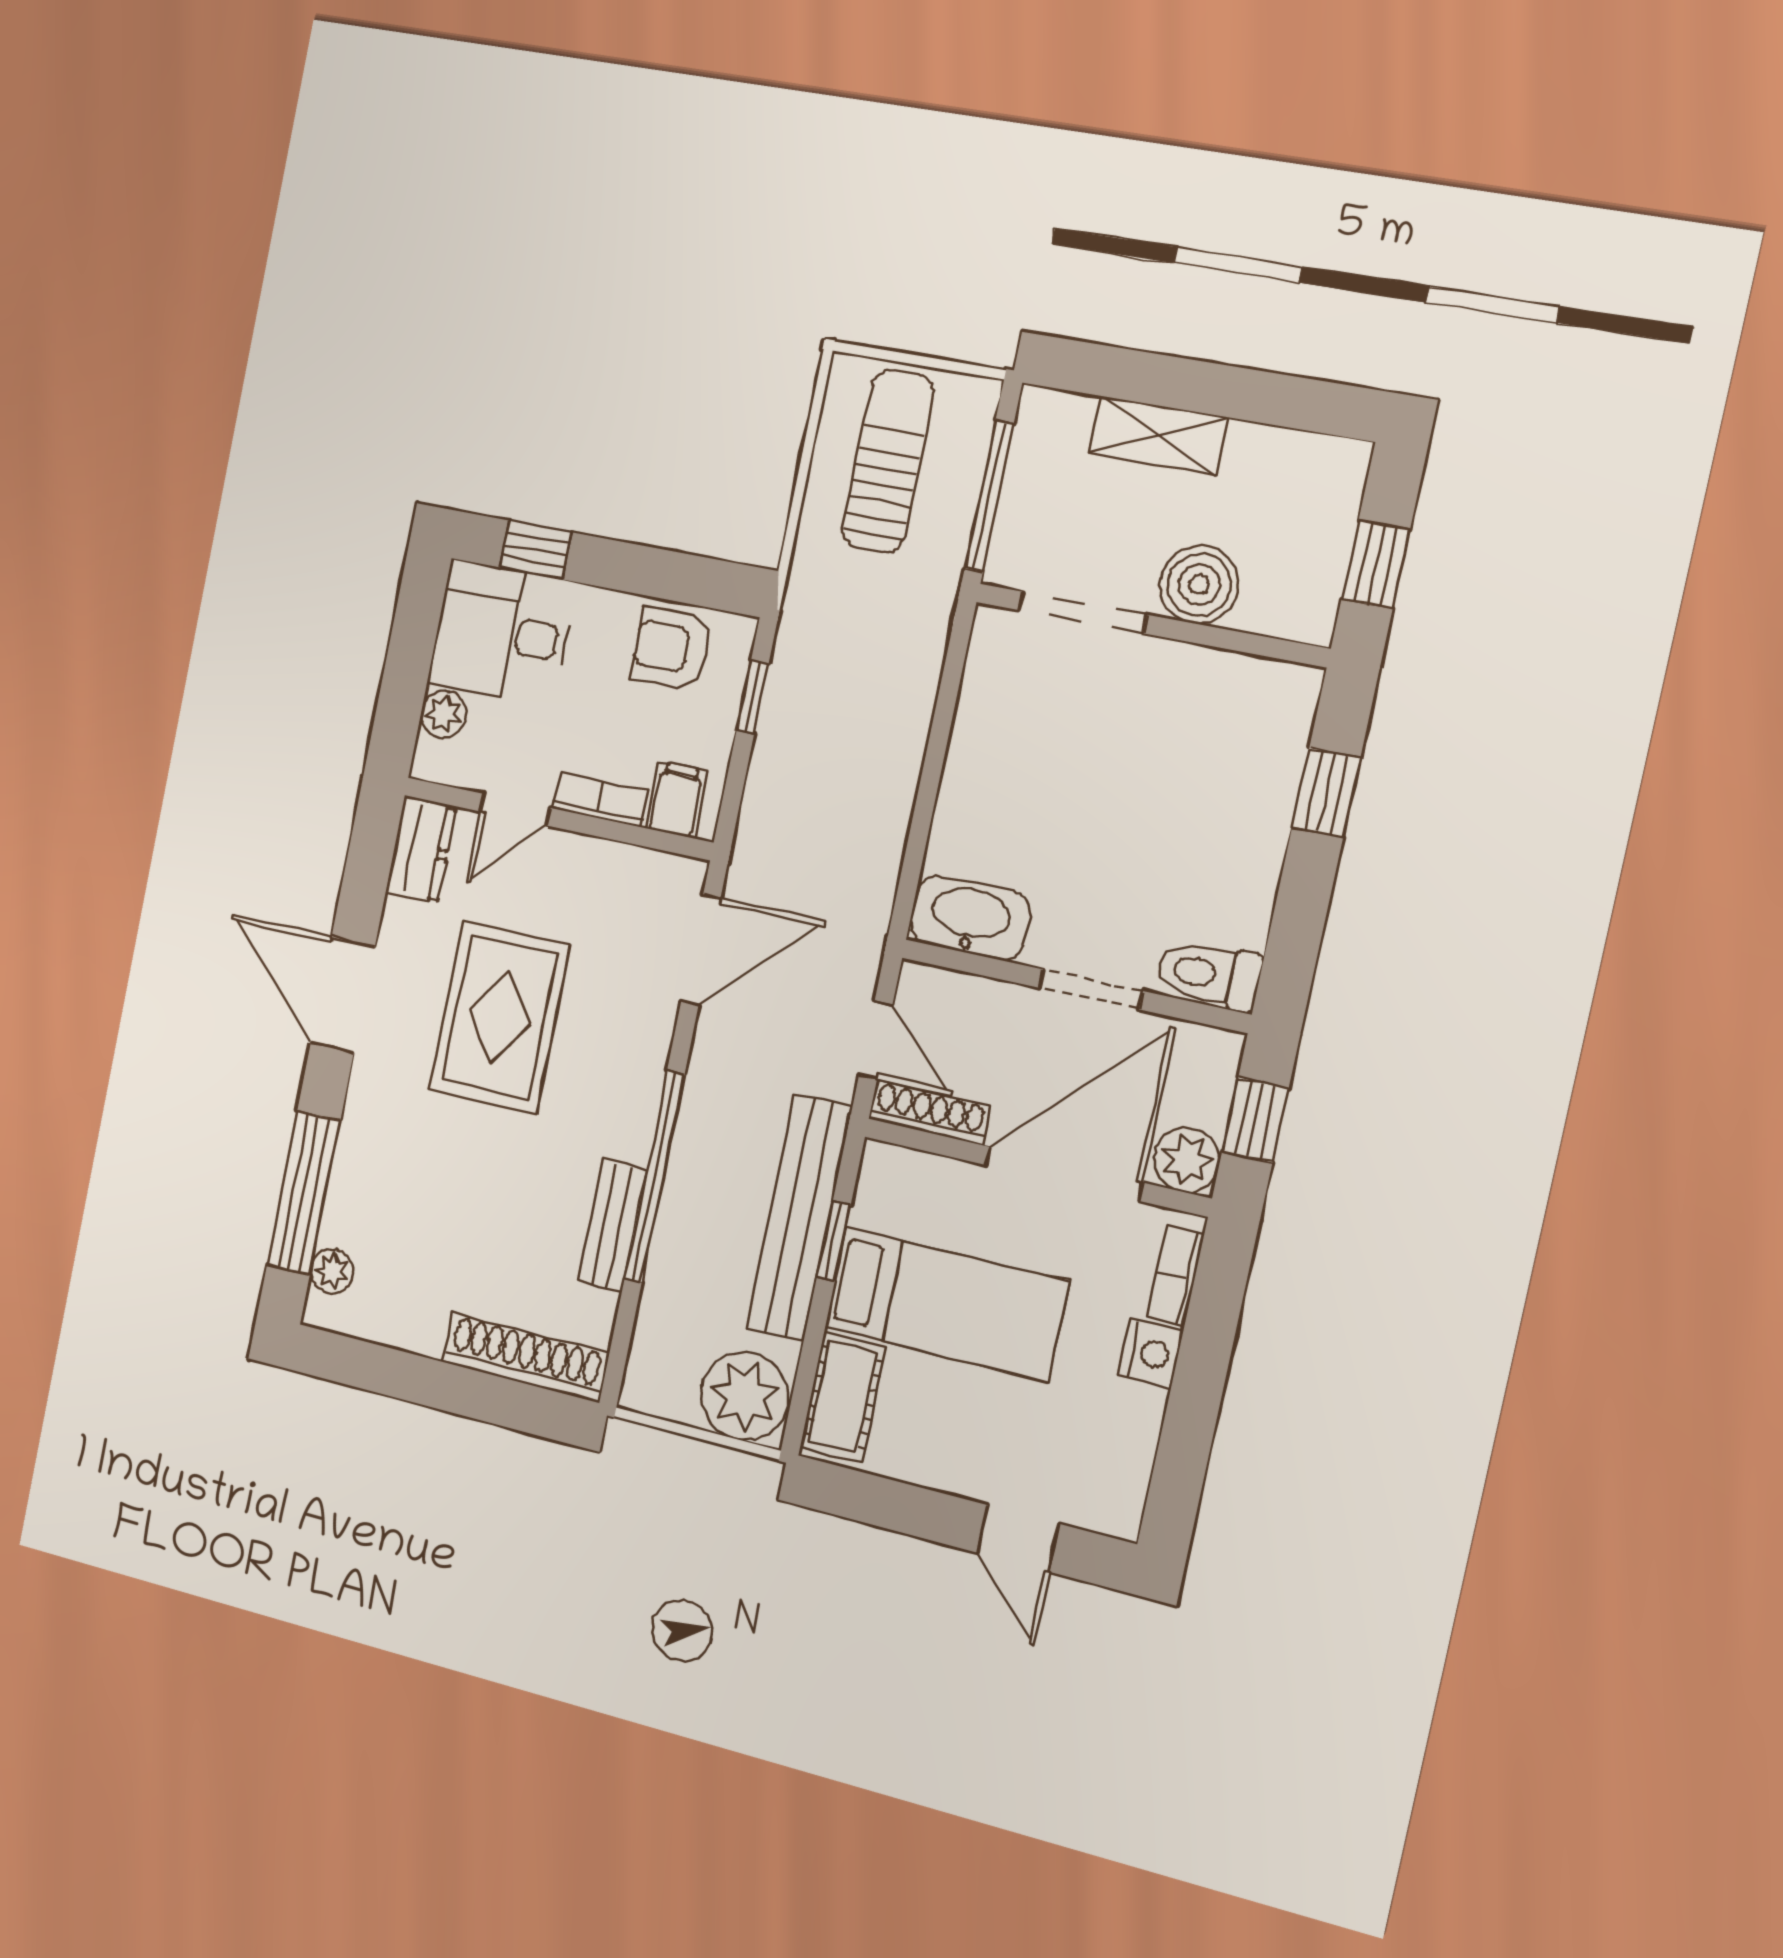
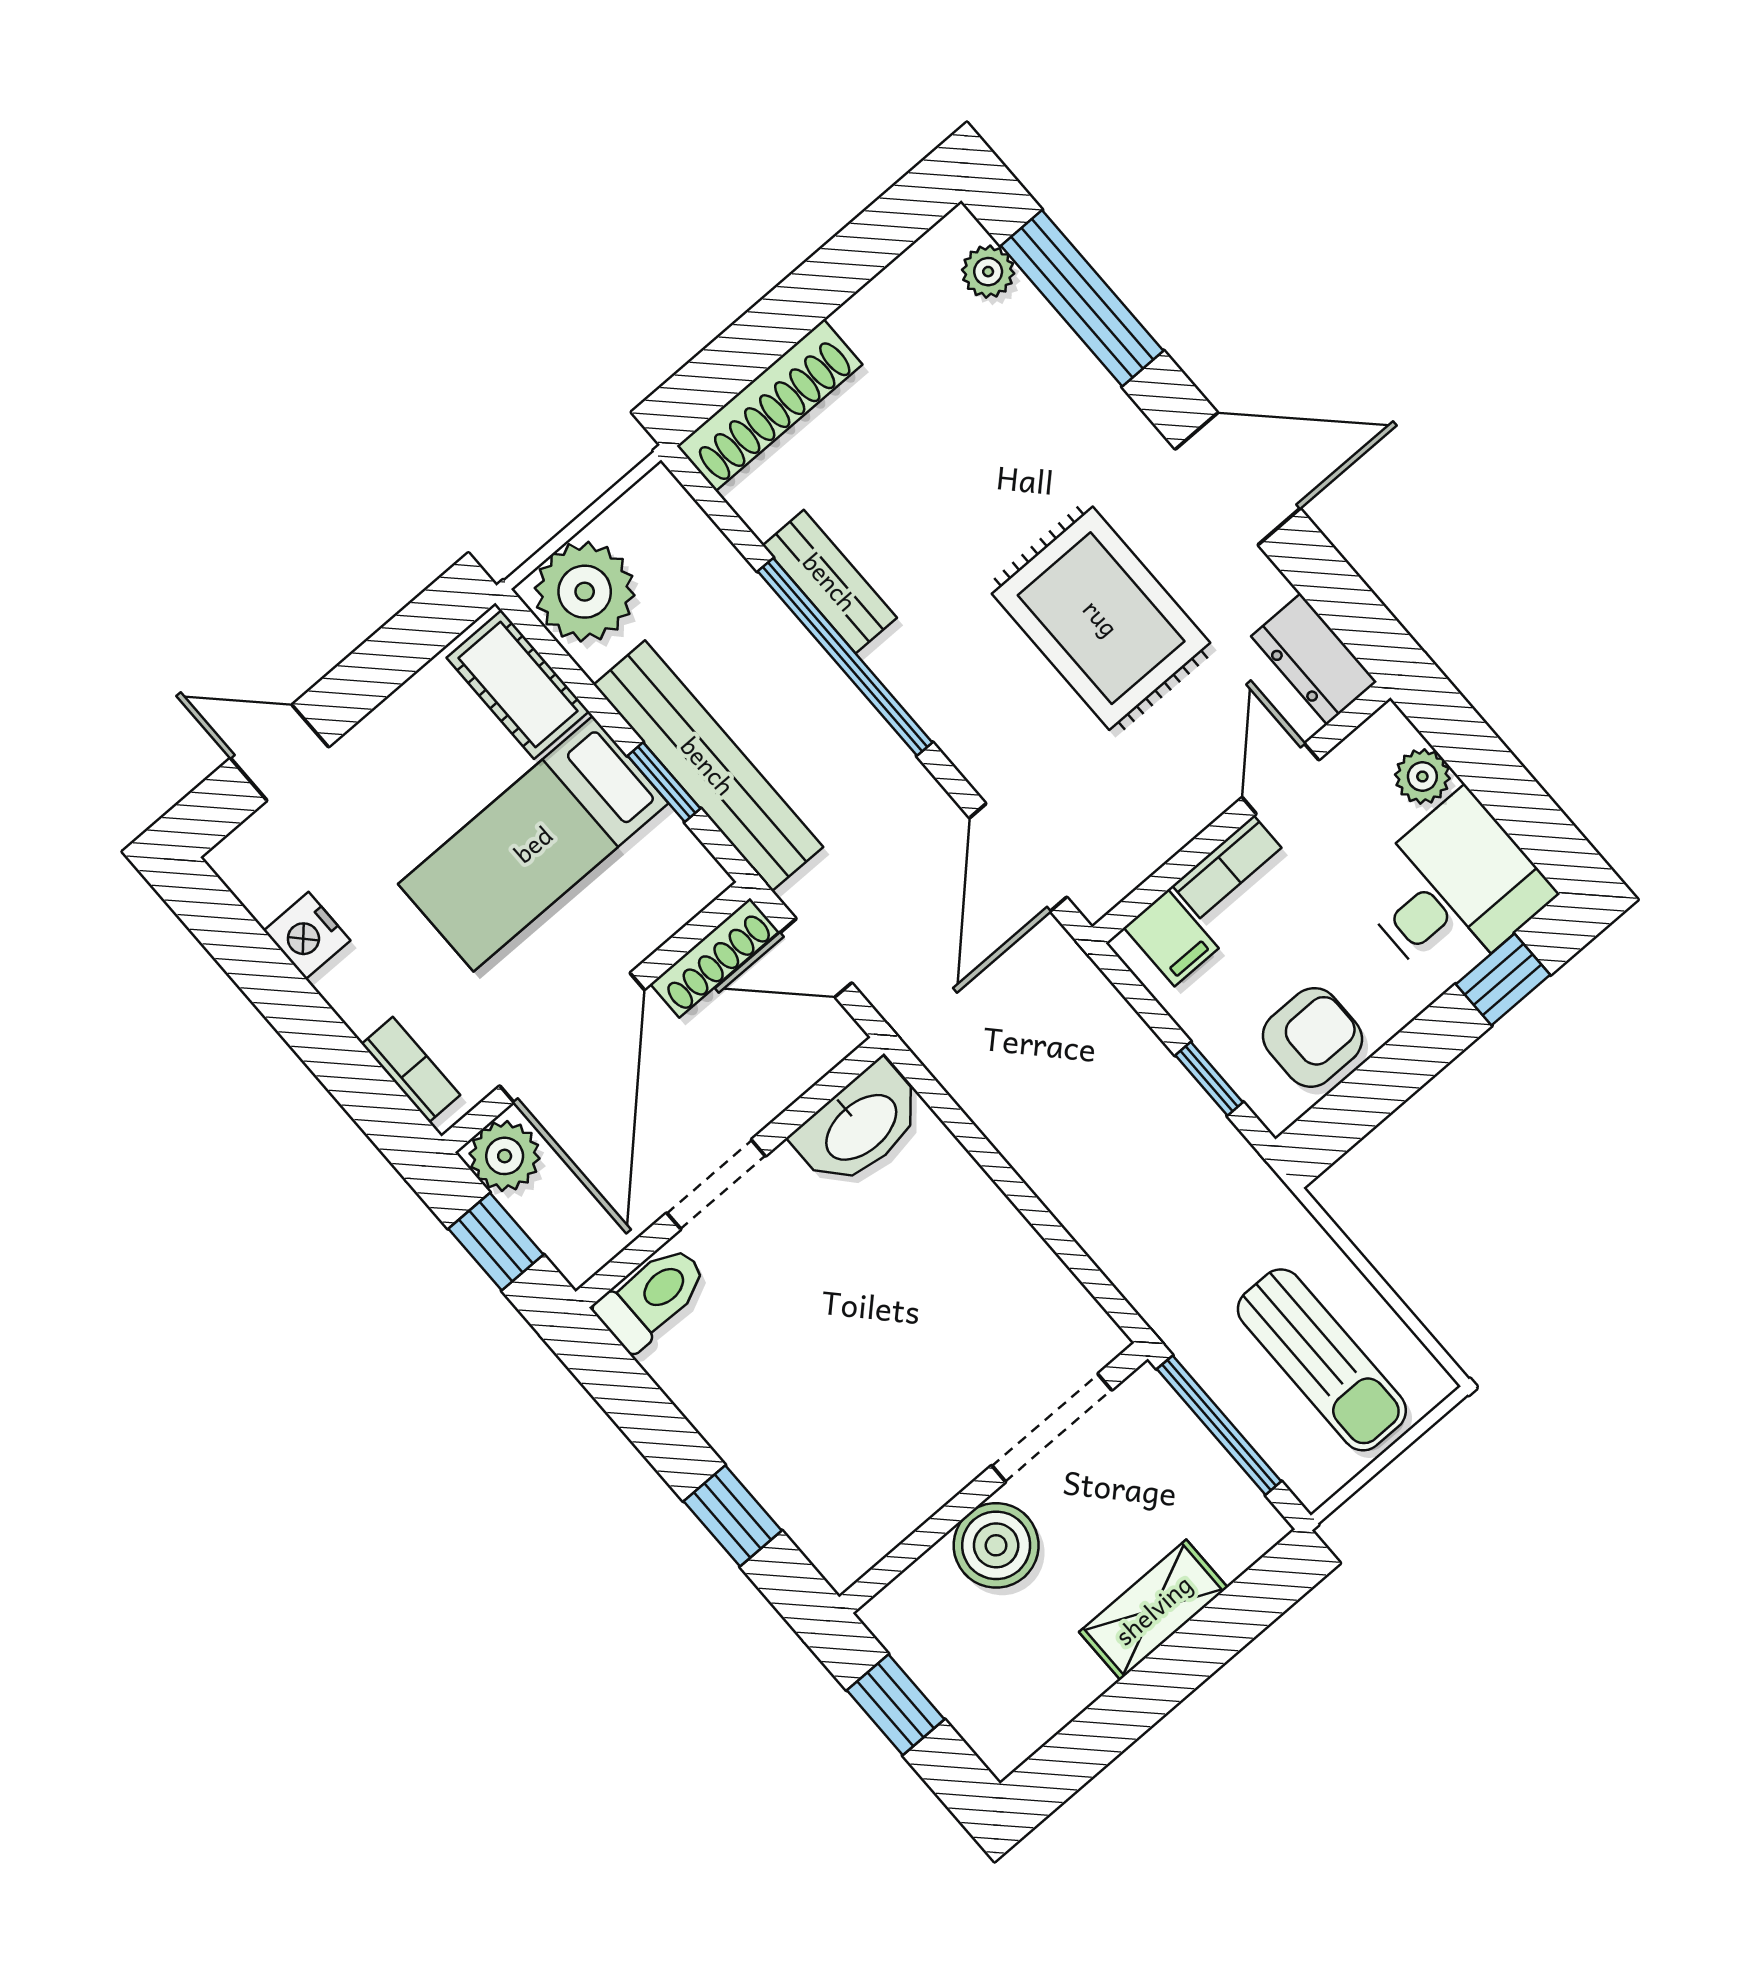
nightstand: (1151, 1353) -> (307, 936), moved

